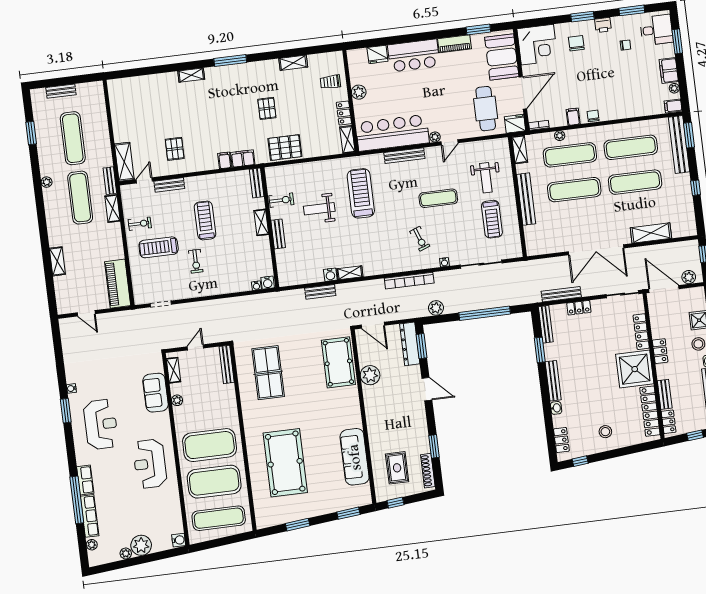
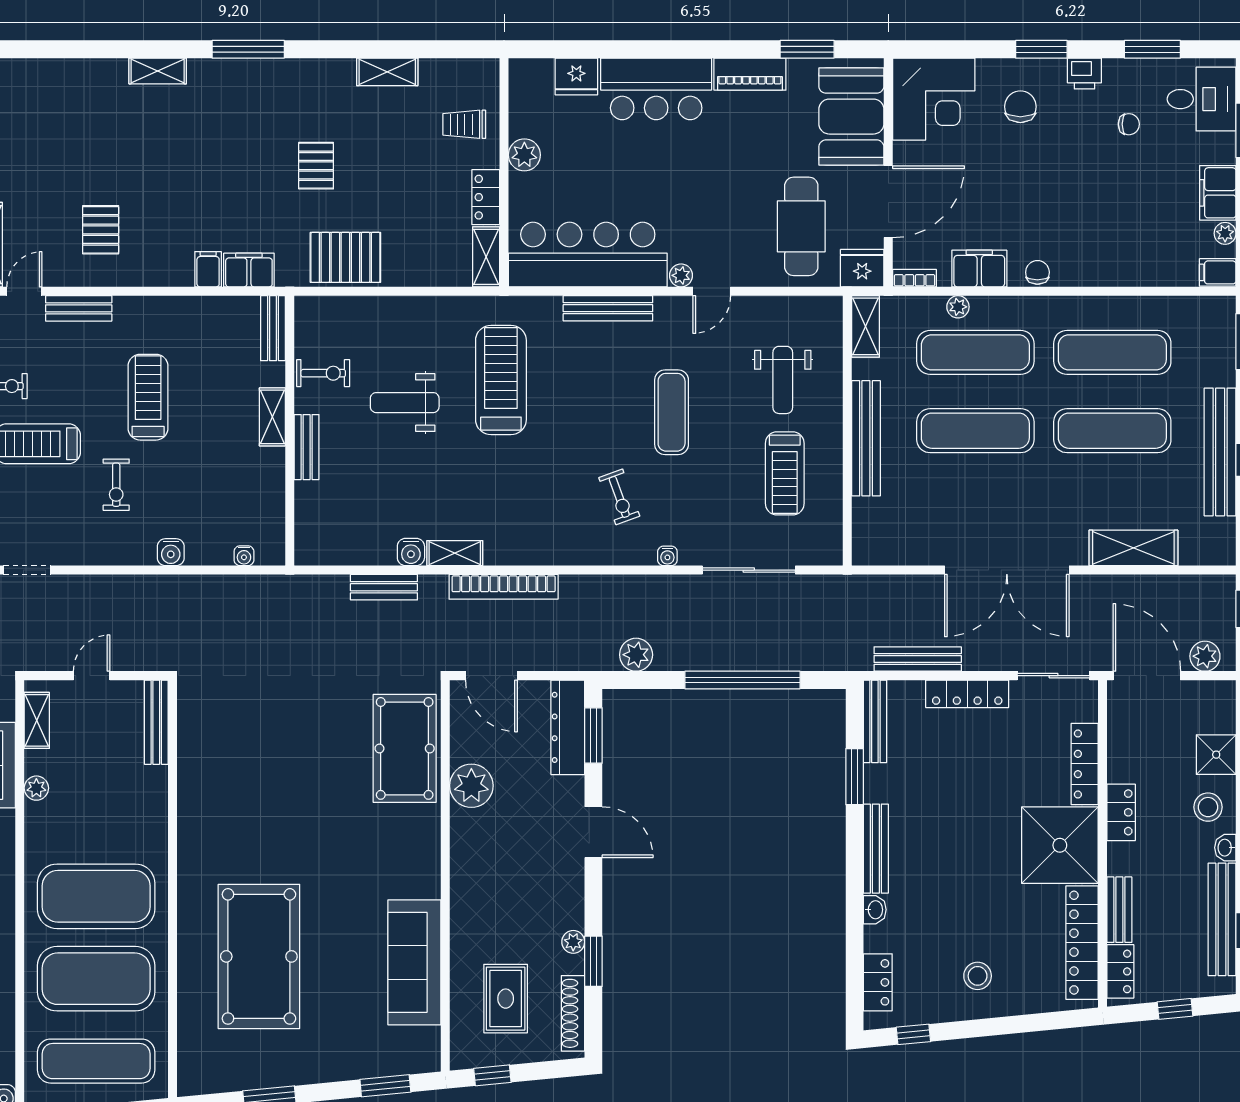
filing cabinet: (573, 117) -> (979, 269), width x2.00
bench: (679, 144) -> (1220, 452), moved
exercise mat: (438, 198) -> (672, 412), turned 90
bookcase: (409, 281) -> (504, 587), moved
water cooler: (268, 283) -> (171, 552), moved
locker: (579, 308) -> (967, 694), width x1.53
table tennis table: (268, 373) -> (246, 752), removed
plant: (424, 439) -> (573, 942), added

